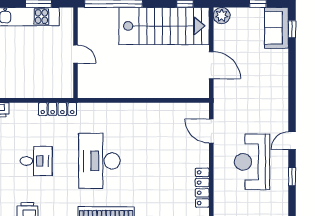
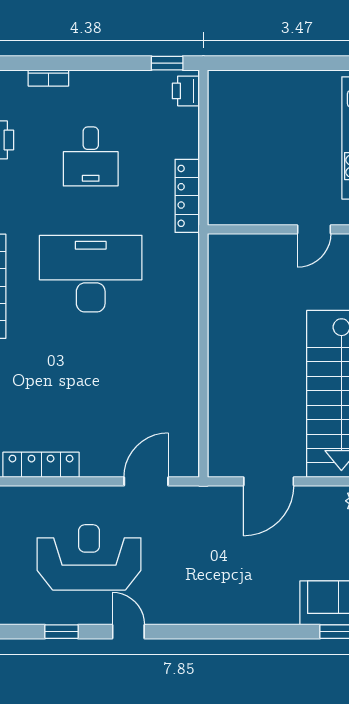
door: (76, 54) -> (314, 229), moved

